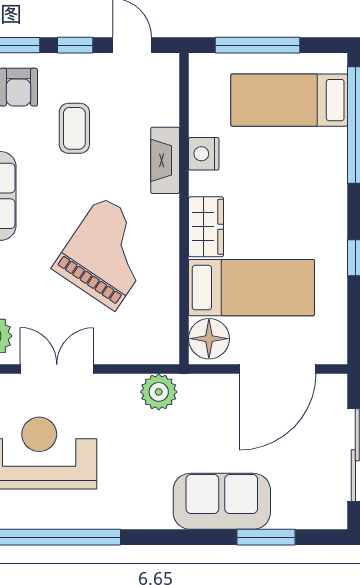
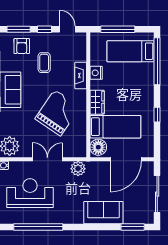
double door: (57, 369) -> (47, 159), moved
window: (266, 537) -> (133, 227), moved

